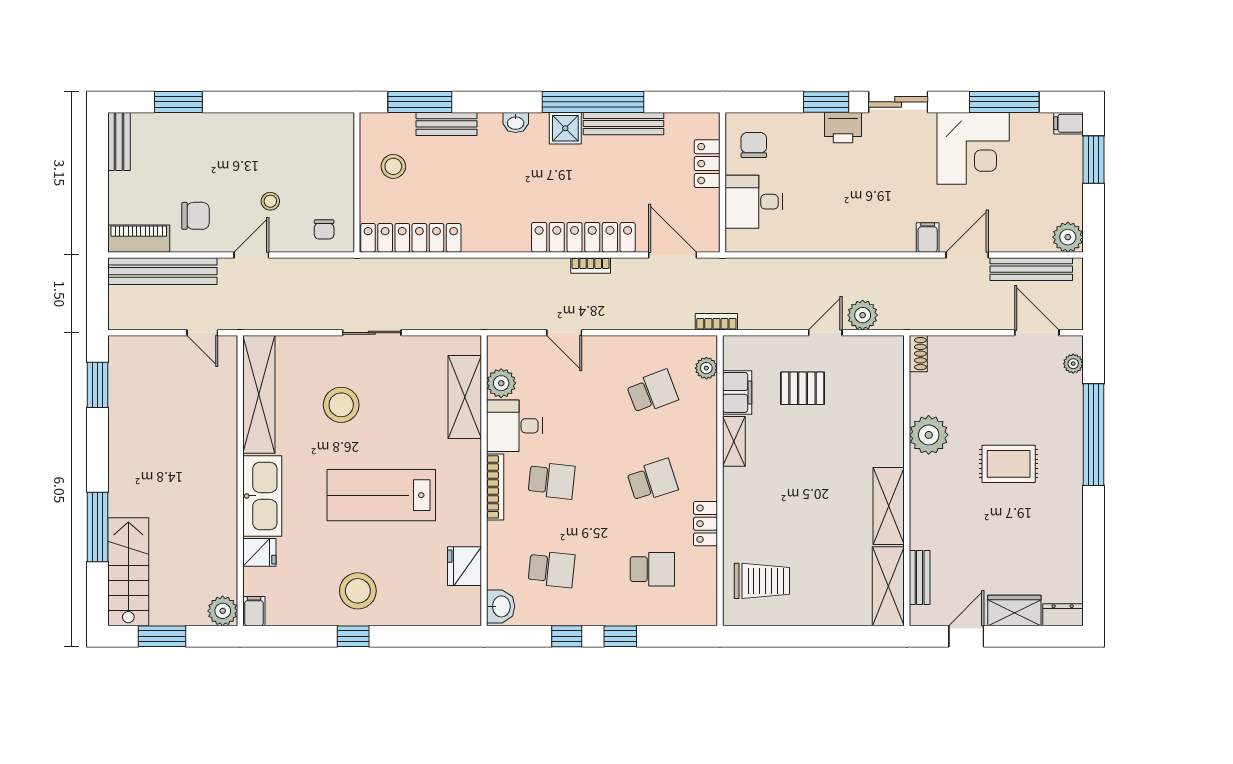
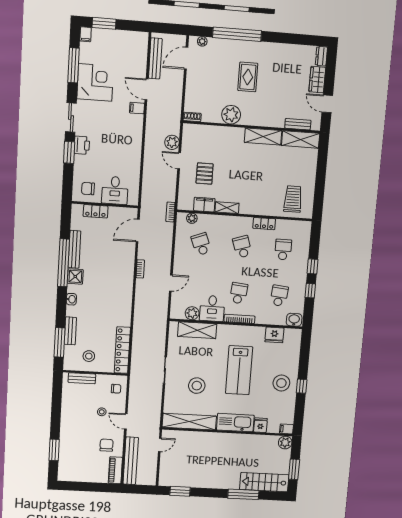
bench: (119, 141) -> (82, 378), moved
locker: (583, 237) -> (127, 271), removed
plant: (1068, 237) -> (141, 39), removed

